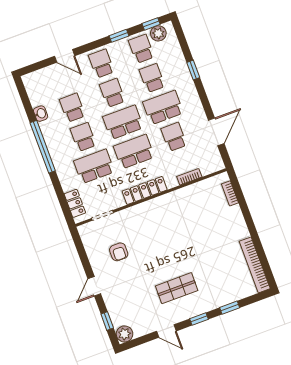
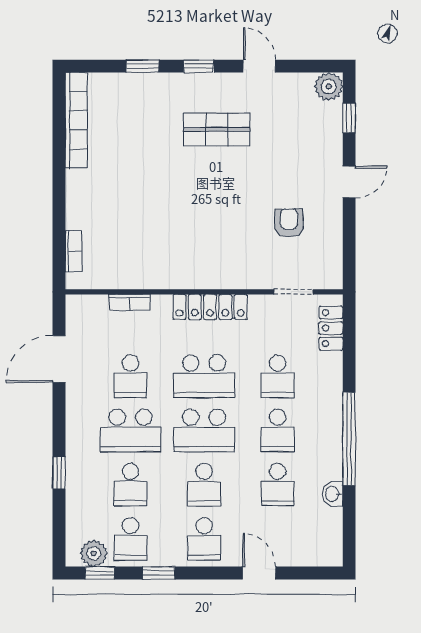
school desk: (94, 166) -> (278, 376), width x0.54

